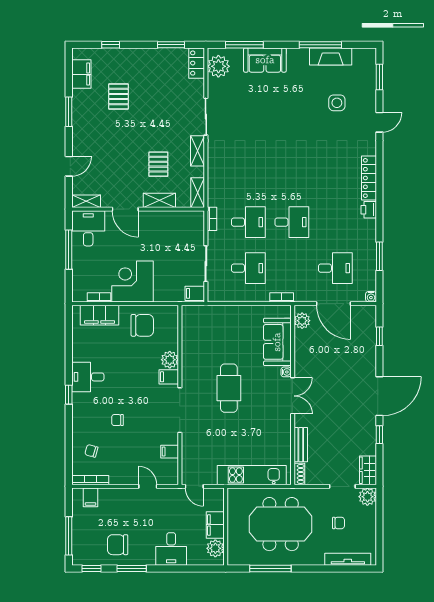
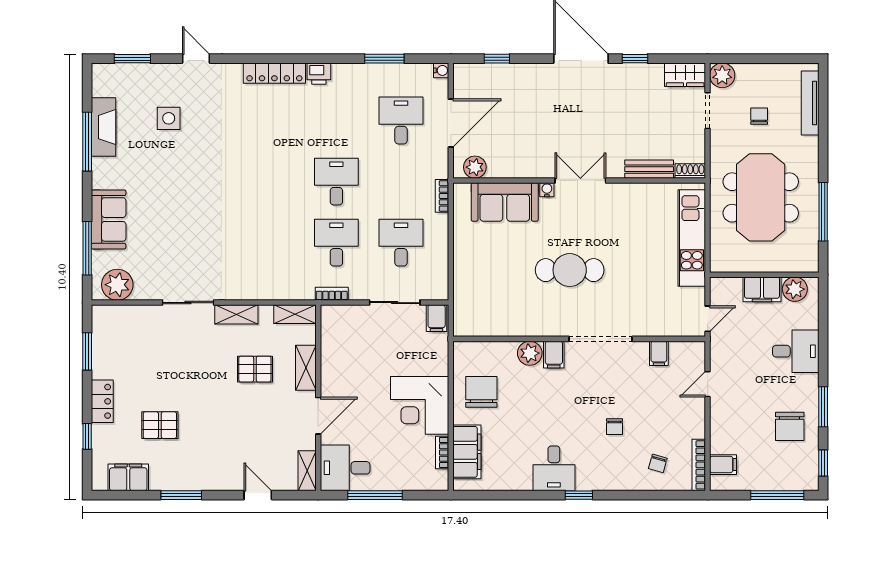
locker: (197, 63) -> (102, 401), moved, turned -90

